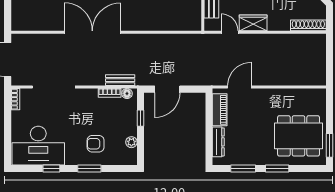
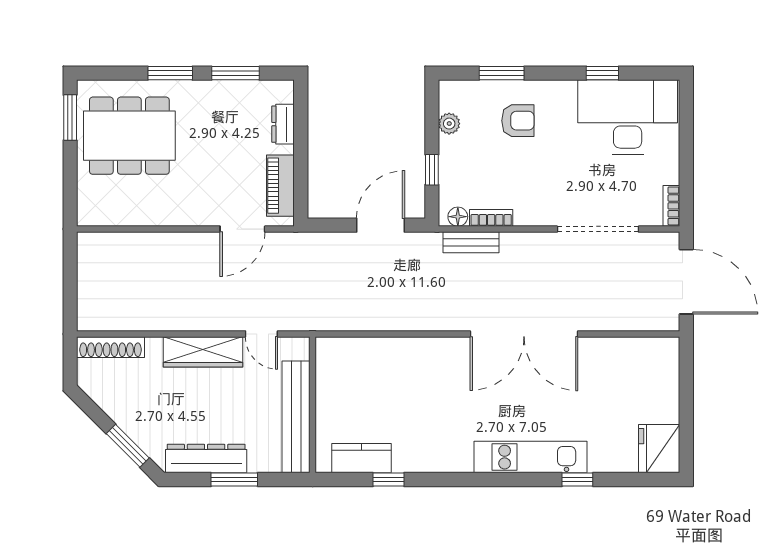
wardrobe: (253, 23) -> (203, 352), width x1.50
dresser: (218, 142) -> (283, 124), width x0.70
window: (89, 169) -> (502, 73), moved

